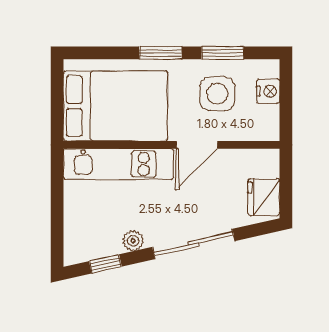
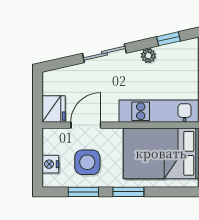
door: (197, 145) -> (86, 125), moved
fridge: (264, 197) -> (54, 109), moved
sliding door: (194, 244) -> (104, 53), width x0.73

